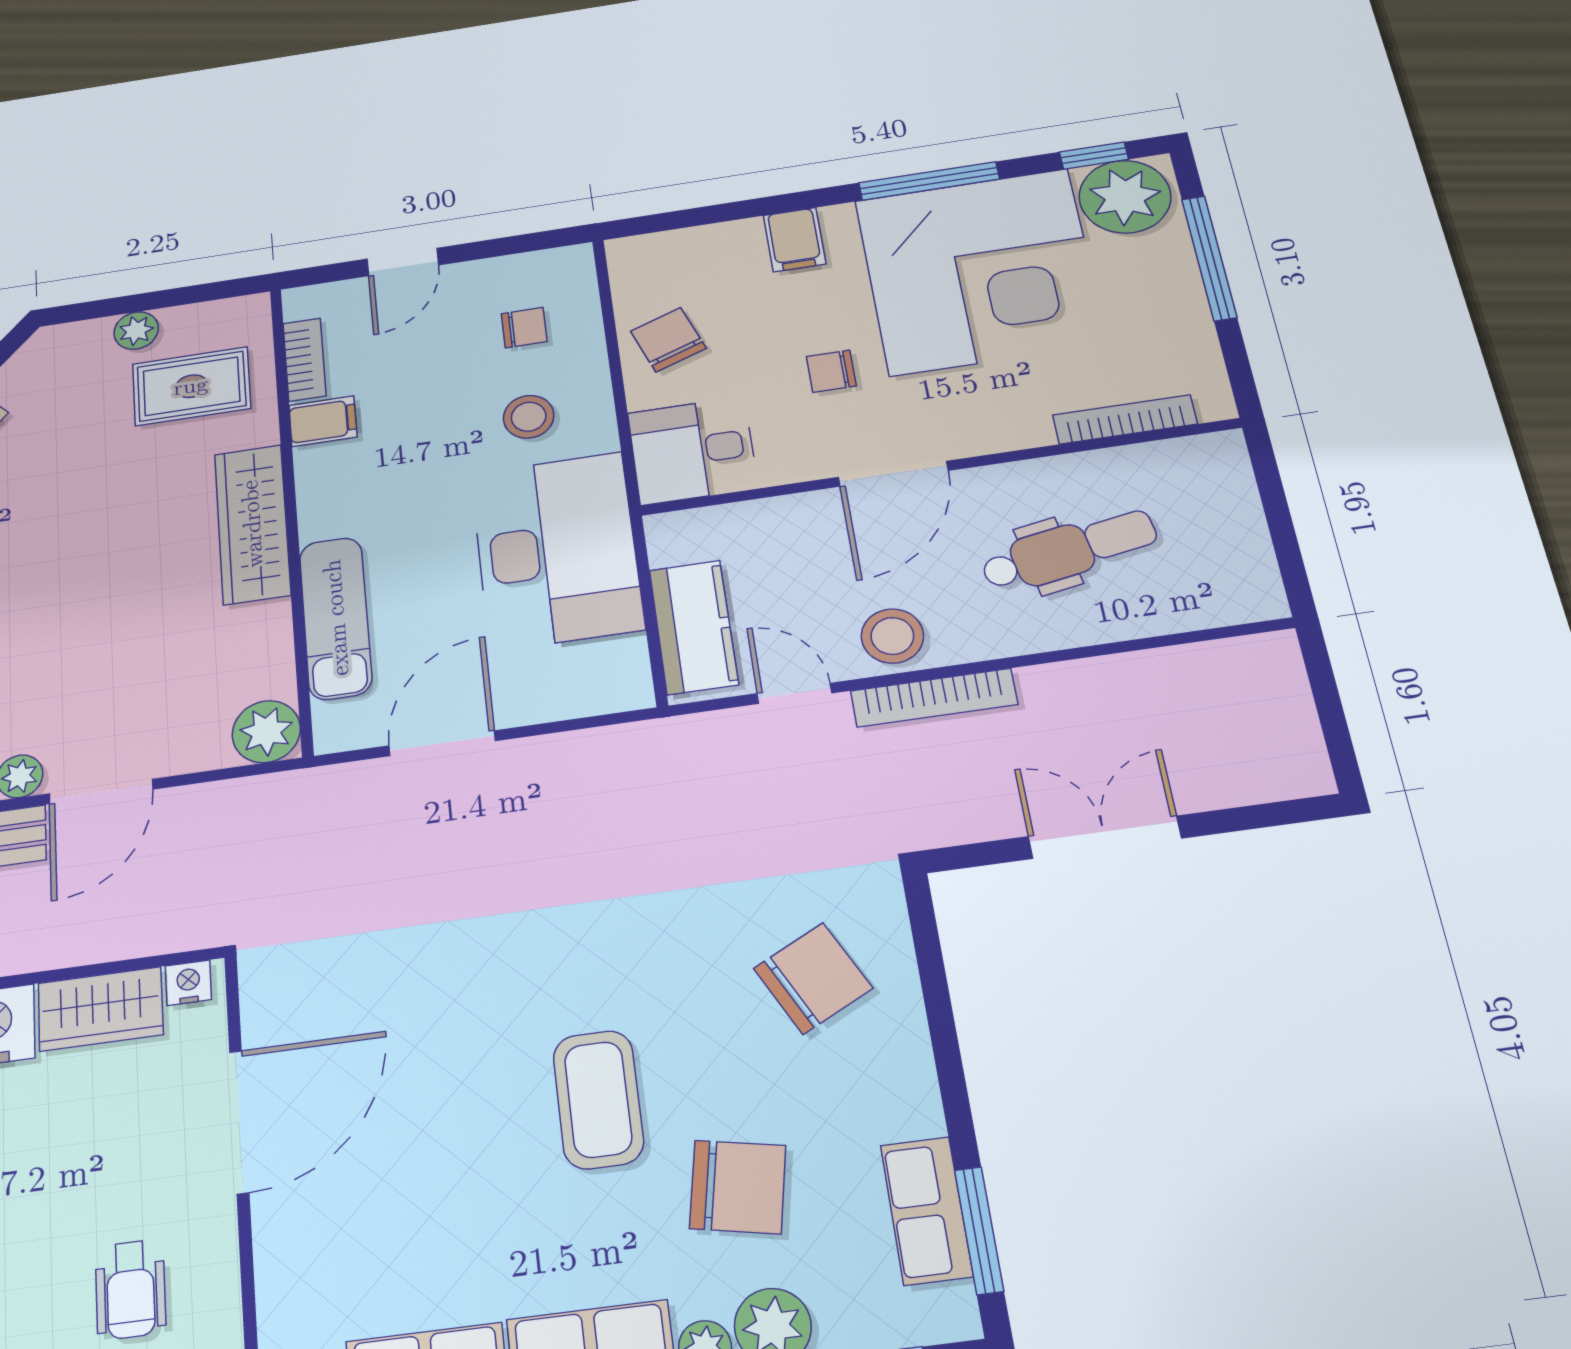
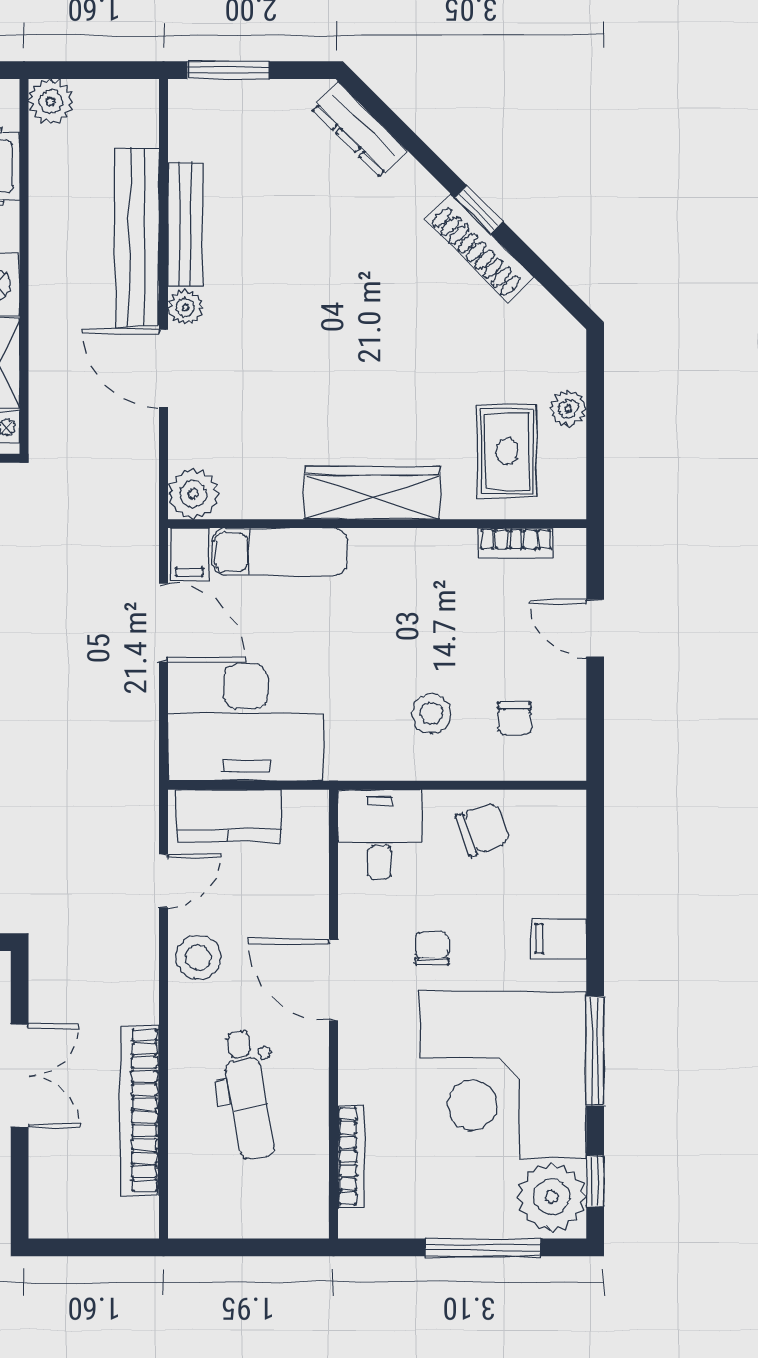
filing cabinet: (323, 421) -> (189, 554), moved
desk: (556, 551) -> (246, 723), moved
bookcase: (934, 698) -> (140, 1110), moved, width x1.48, depth x1.31

